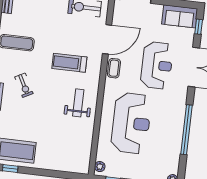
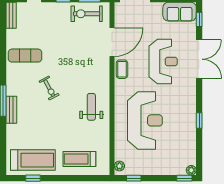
treadmill: (69, 63) -> (79, 159), moved
exercise bike: (24, 85) -> (49, 88), moved
window: (186, 130) -> (199, 121), width x0.32

